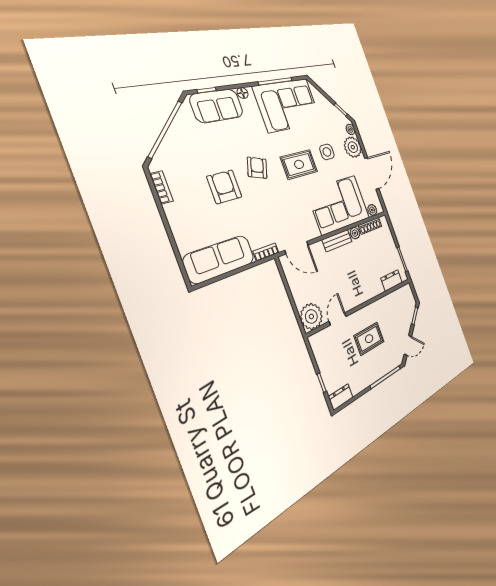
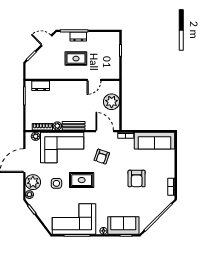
armchair: (257, 168) -> (102, 157), moved
plant: (311, 316) -> (112, 102), moved
dresser: (341, 397) -> (78, 36), moved

